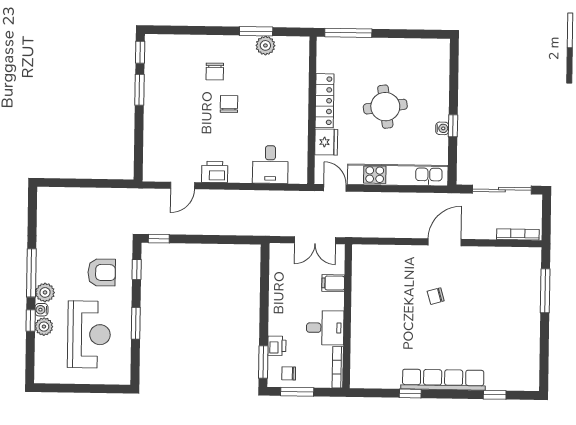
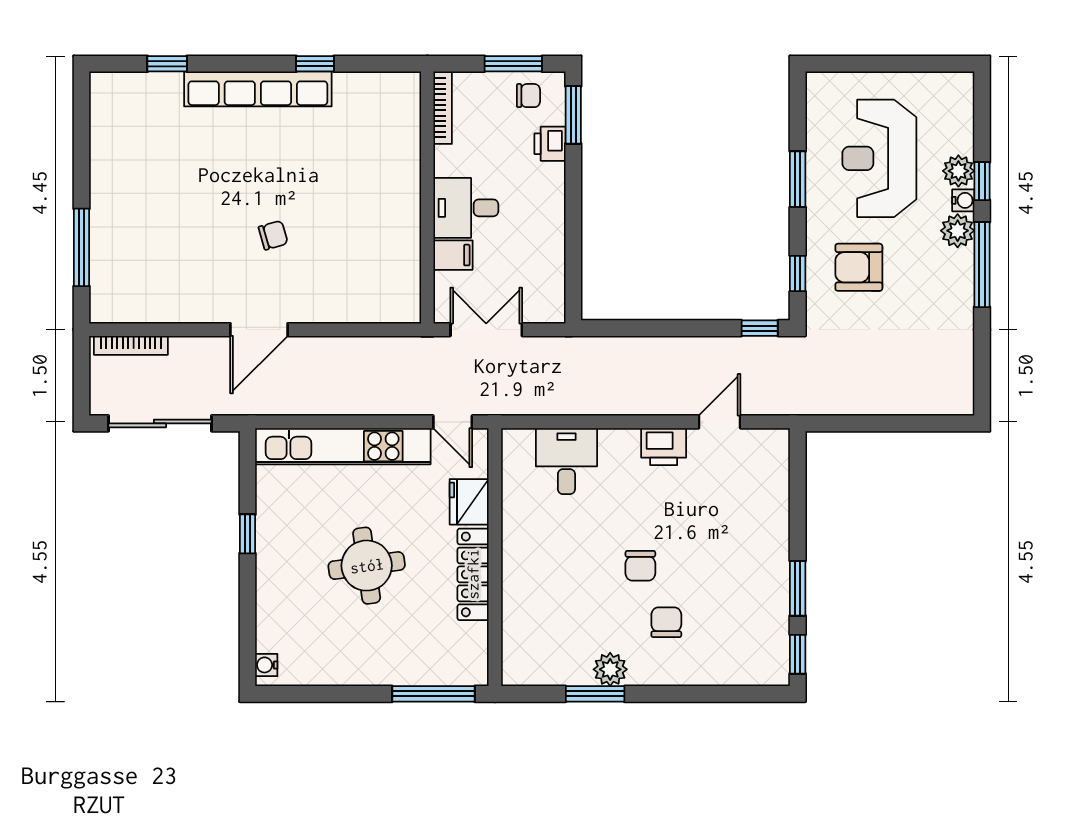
plant: (265, 45) -> (610, 669), moved
water cooler: (442, 128) -> (266, 665), moved
desk: (325, 328) -> (466, 208), moved

